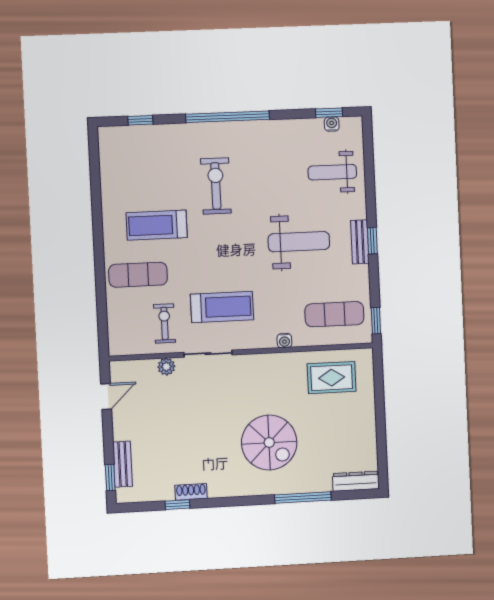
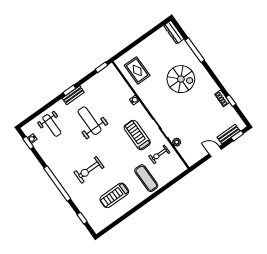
treadmill: (157, 225) -> (114, 195), moved, turned 90
exercise mat: (334, 314) -> (110, 86), removed
door: (106, 397) -> (215, 152), moved
spiral stairs: (269, 443) -> (181, 79), turned 90

